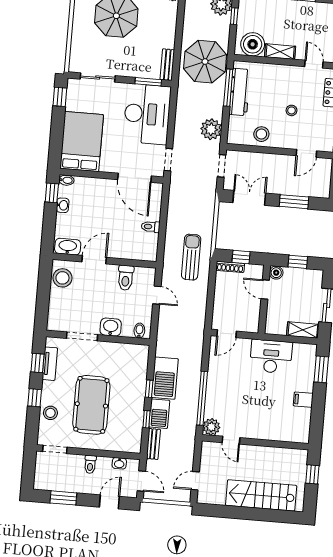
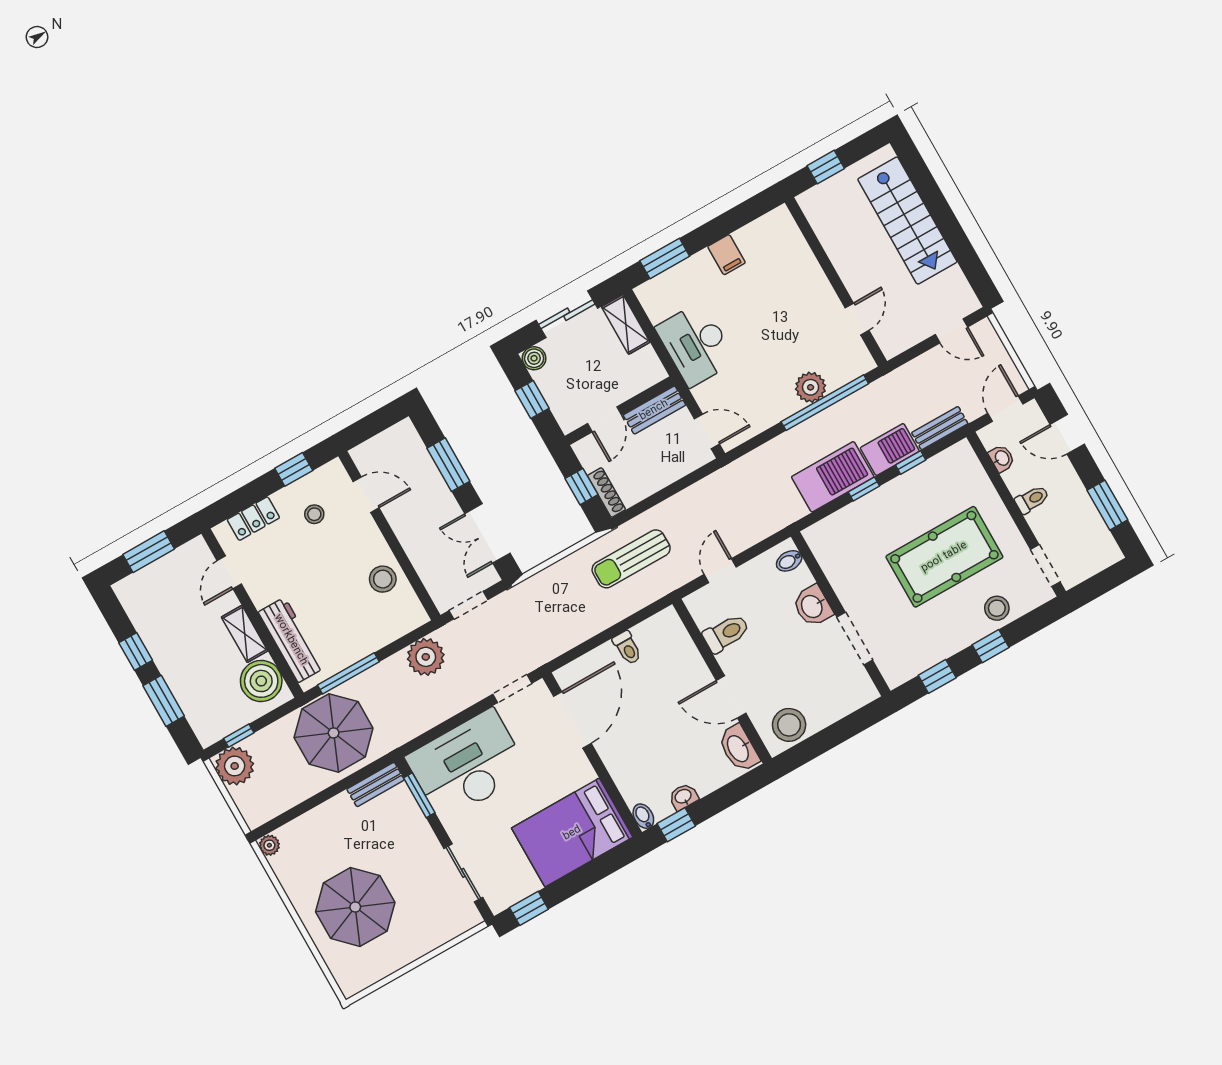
workbench: (240, 92) -> (291, 640), moved, turned 90
stool: (292, 110) -> (314, 514), moved
boiler: (276, 273) -> (534, 358), moved
bench: (253, 316) -> (654, 410), added
tv unit: (50, 364) -> (926, 658), removed
plant: (211, 427) -> (811, 387), moved

